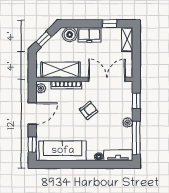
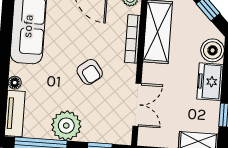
double door: (107, 79) -> (137, 105), width x0.73
plant: (128, 123) -> (66, 126), width x1.87, depth x1.87

